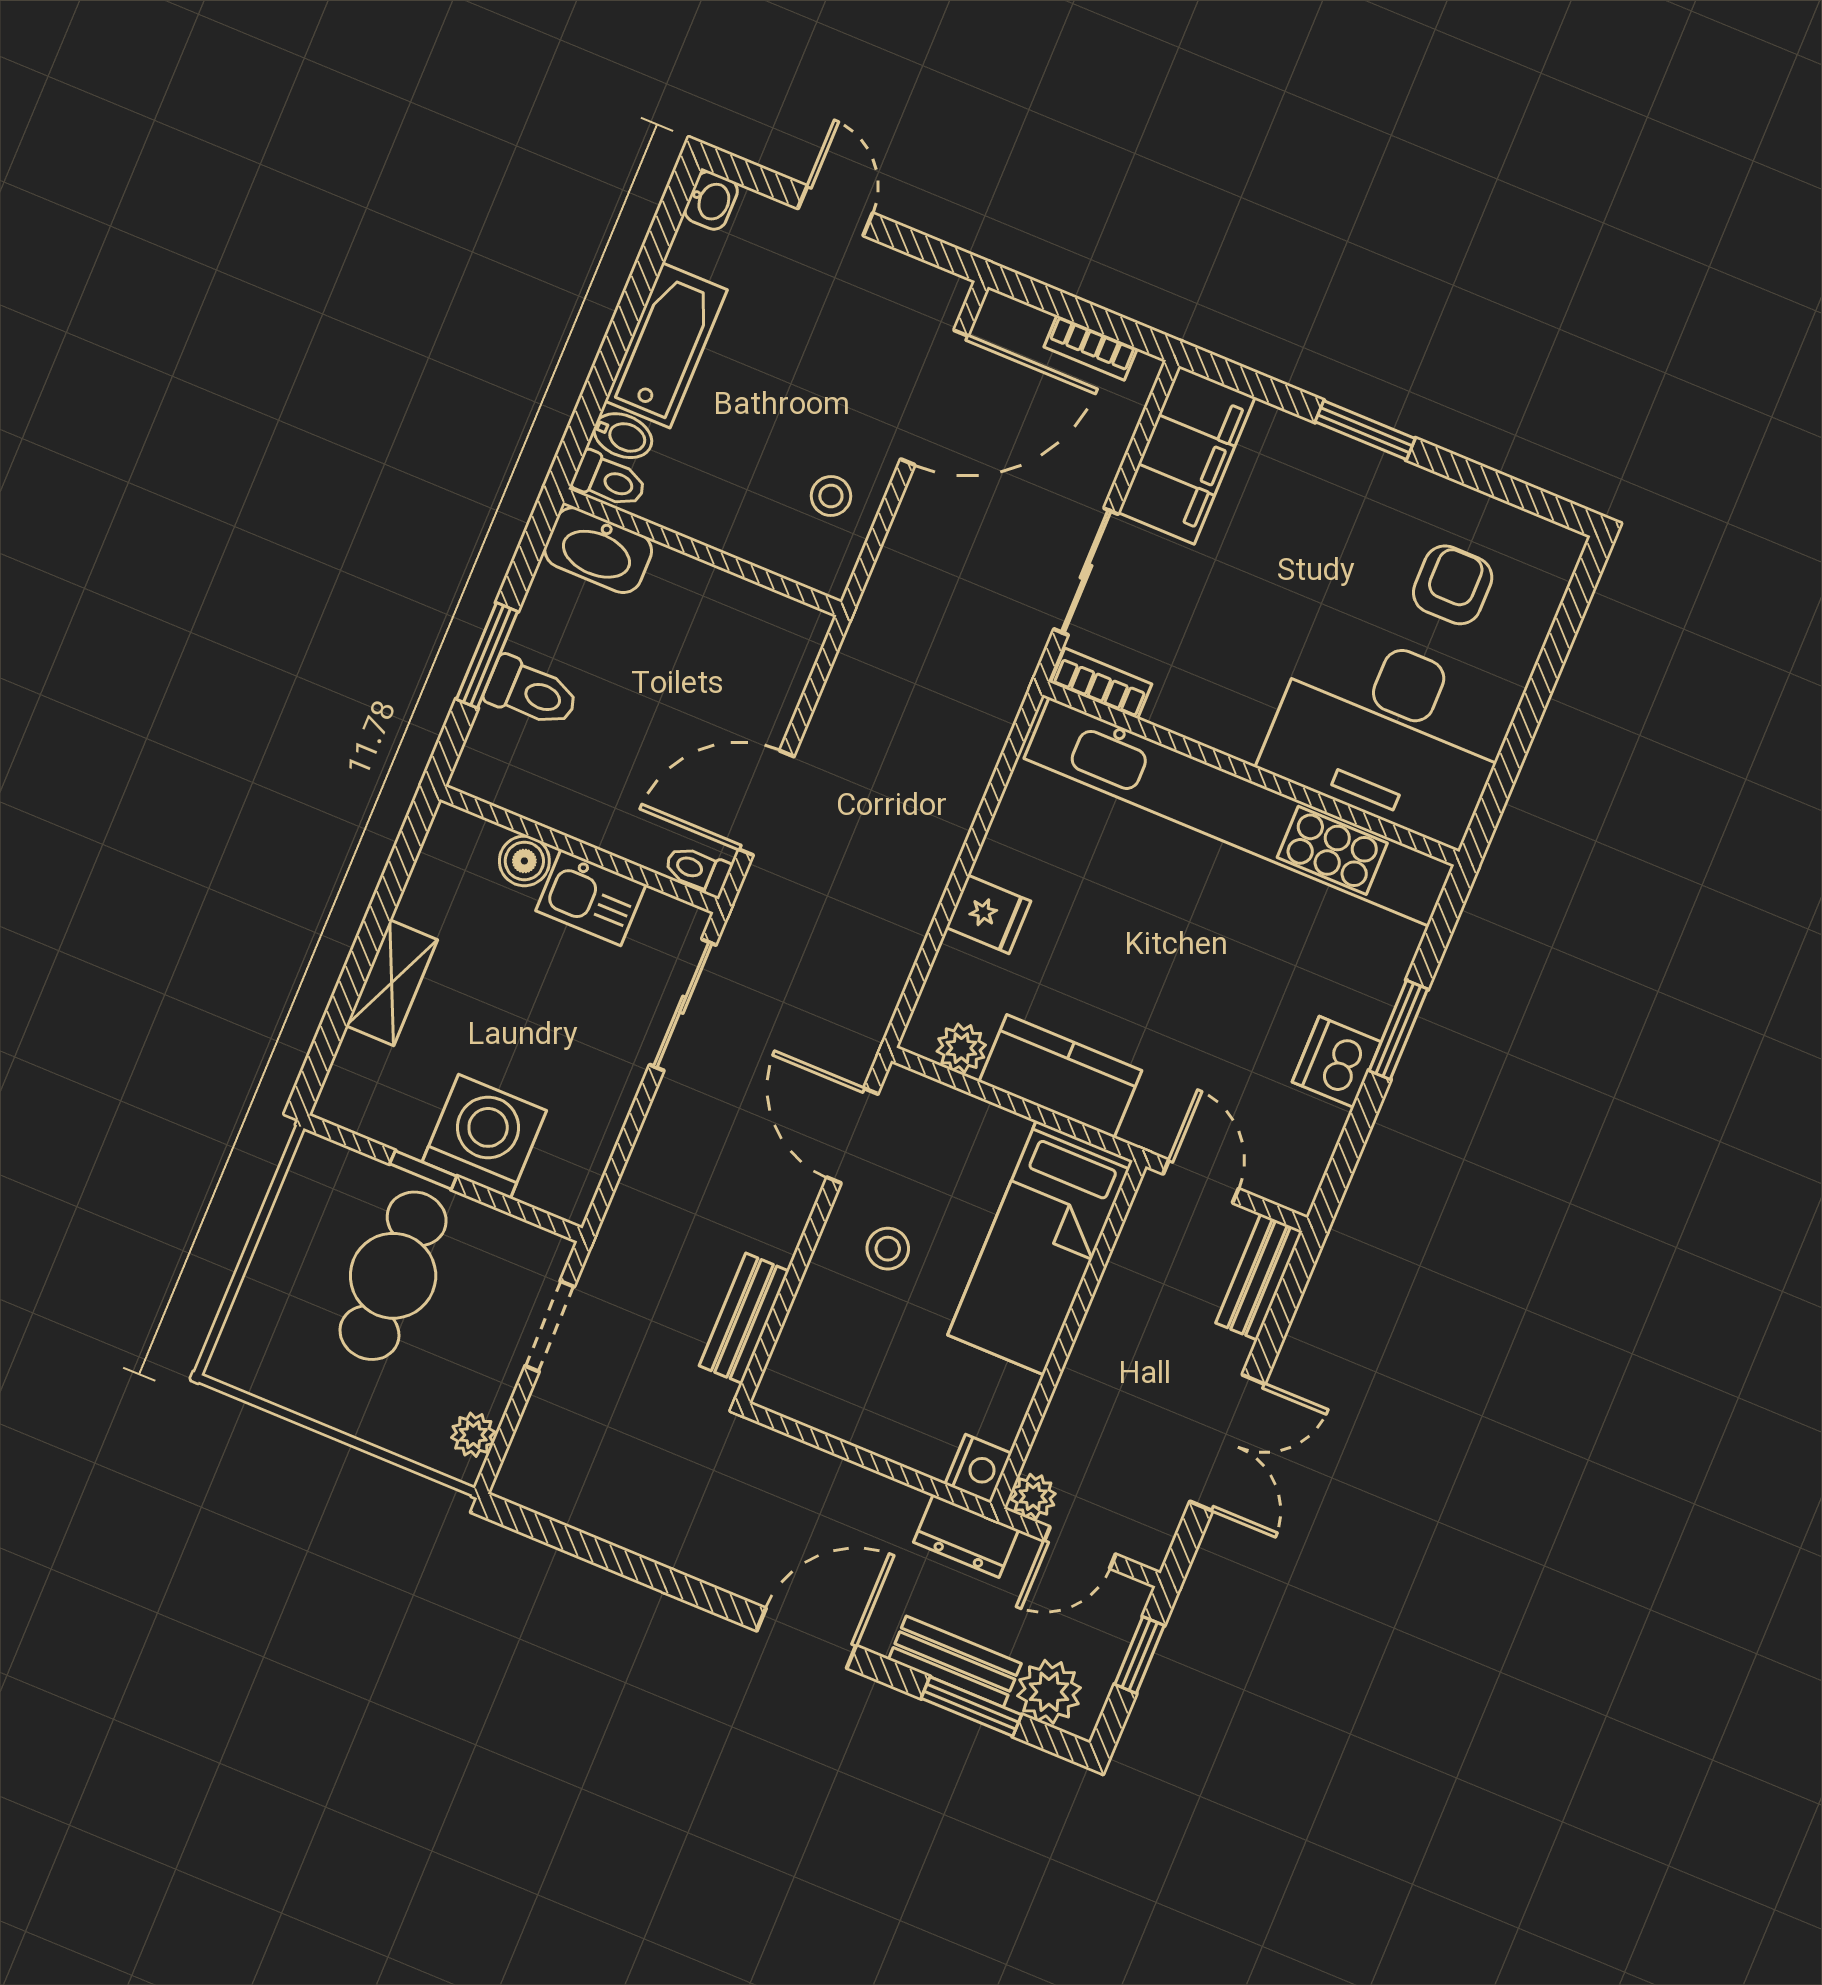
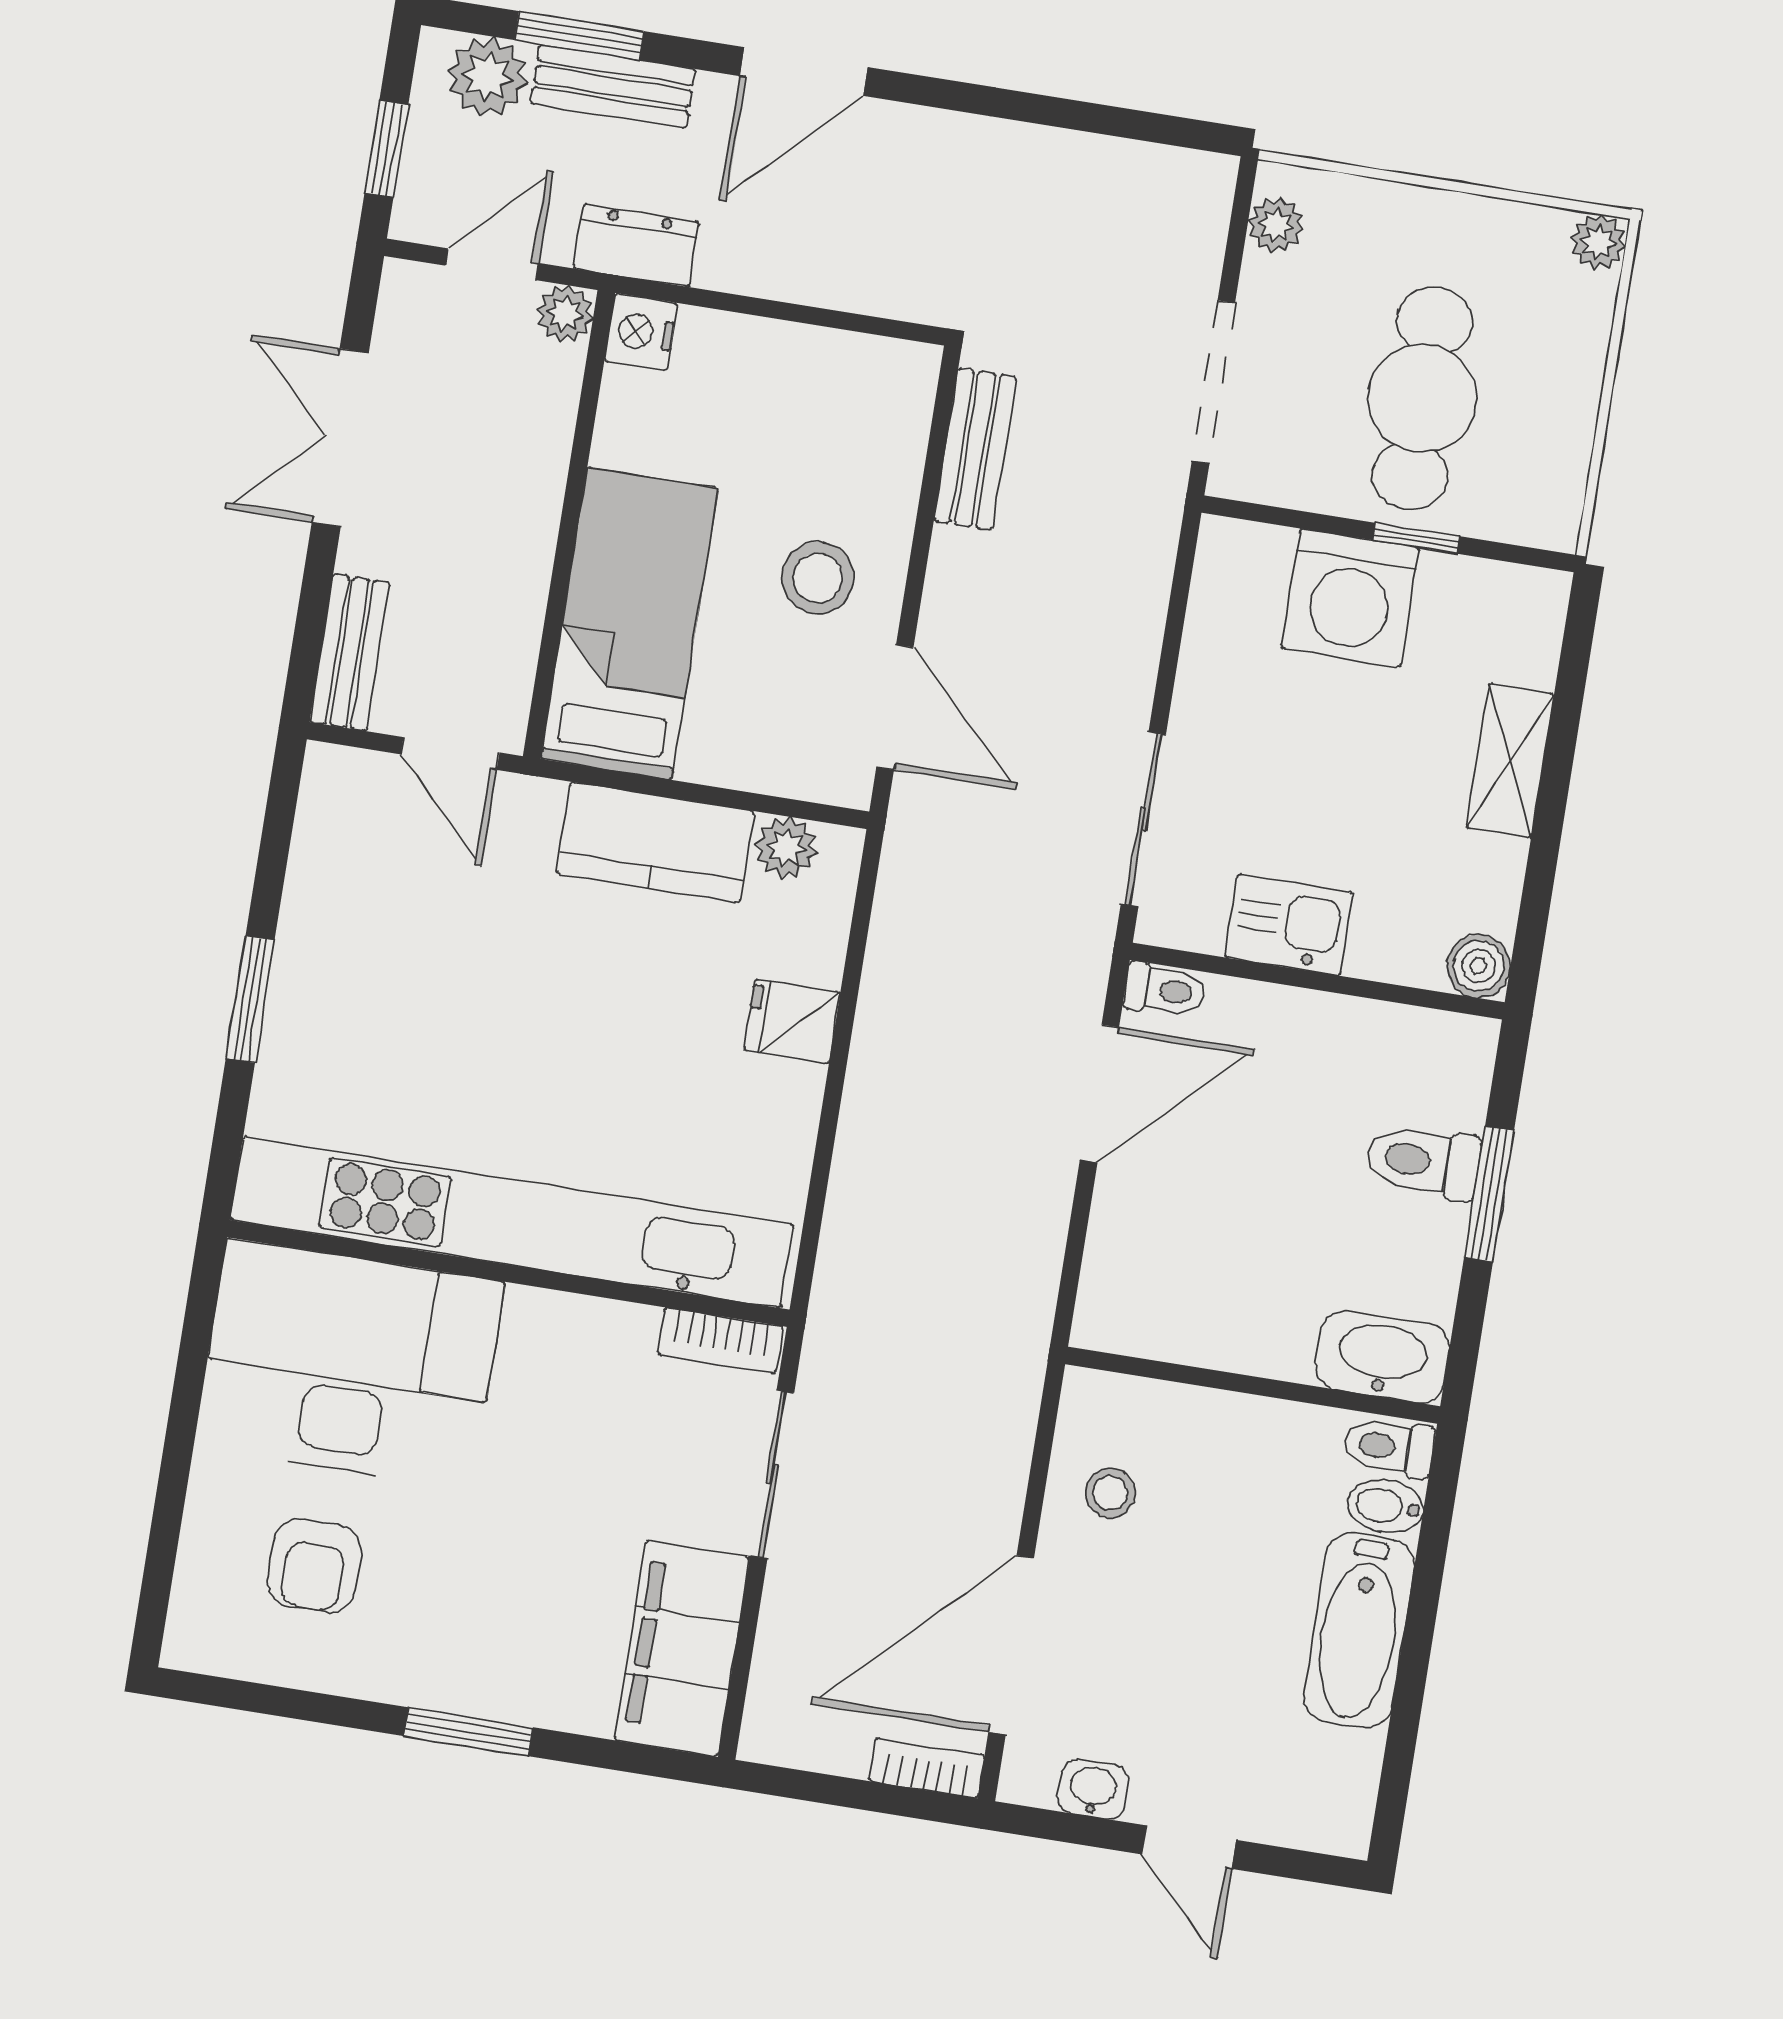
washbasin: (711, 200) -> (1093, 1789), moved, turned 90
bookcase: (1091, 348) -> (927, 1768), moved
boiler: (524, 861) -> (1479, 966), moved
dishwasher: (1337, 1062) -> (317, 941), removed
stool: (888, 1249) -> (818, 578), width x1.37, depth x1.37
doorway: (550, 1326) -> (1213, 382), width x1.38
plant: (230, 1363) -> (1598, 242), added

